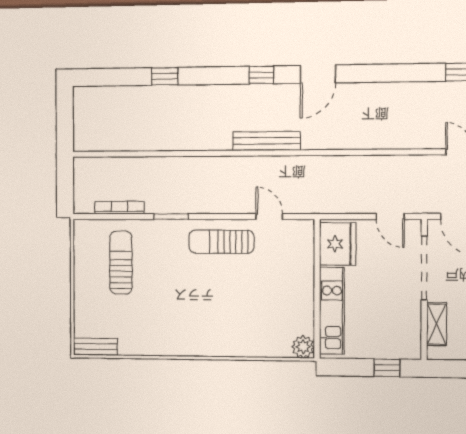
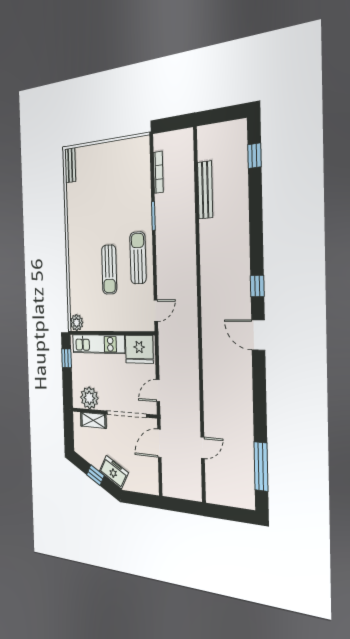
window: (165, 76) -> (254, 156), moved
bench: (267, 141) -> (205, 190), moved
door: (269, 217) -> (156, 311), moved
sun lounger: (121, 263) -> (109, 270), moved, turned 90
plant: (406, 330) -> (89, 398), added
window: (387, 368) -> (67, 358), moved

